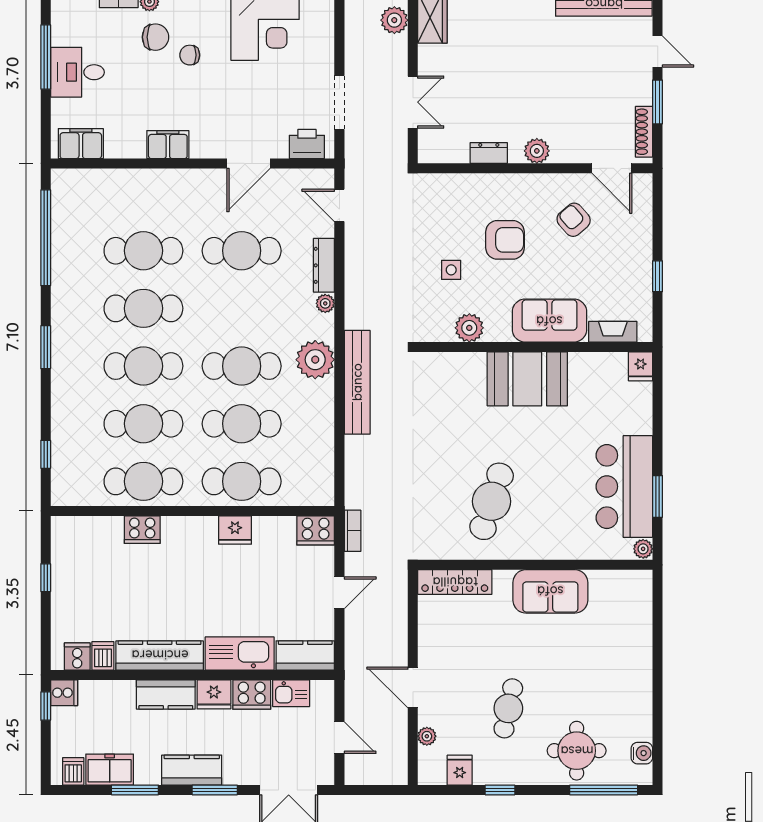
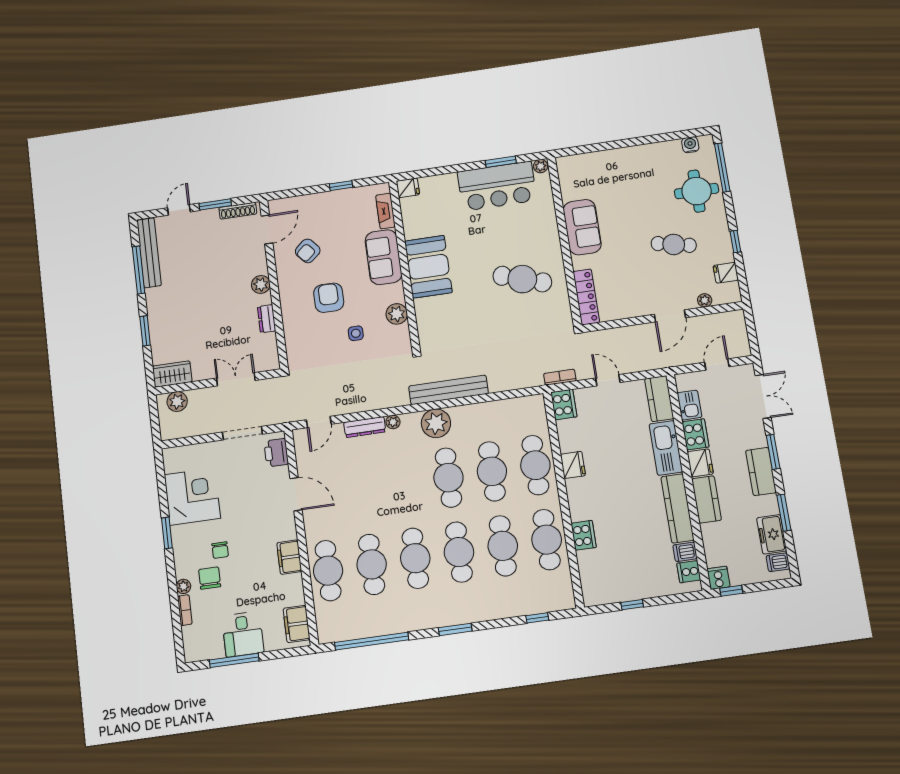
cafe table: (242, 251) -> (328, 571), moved

